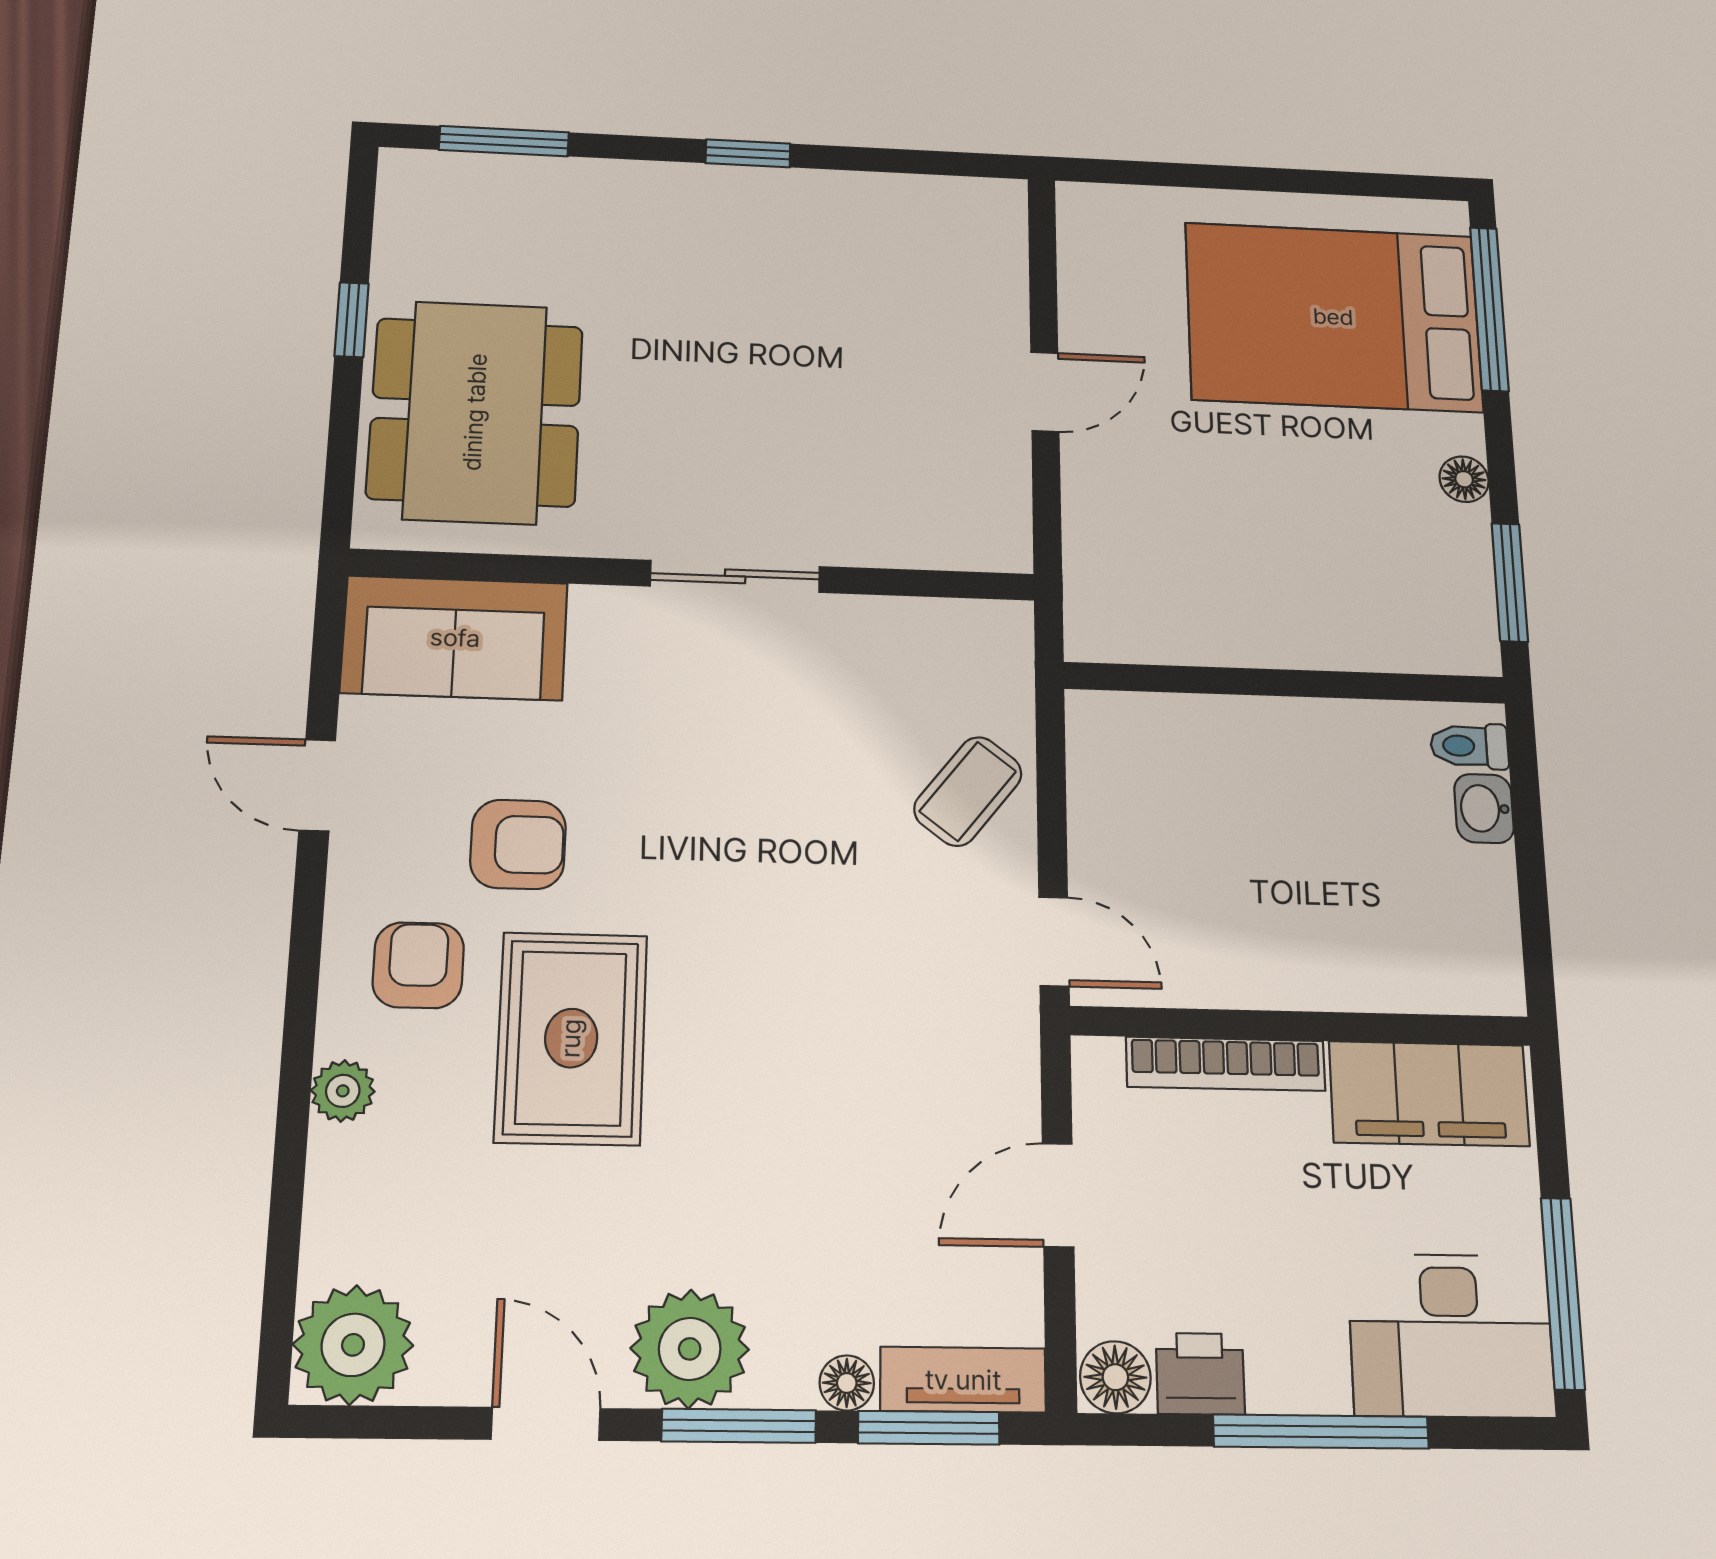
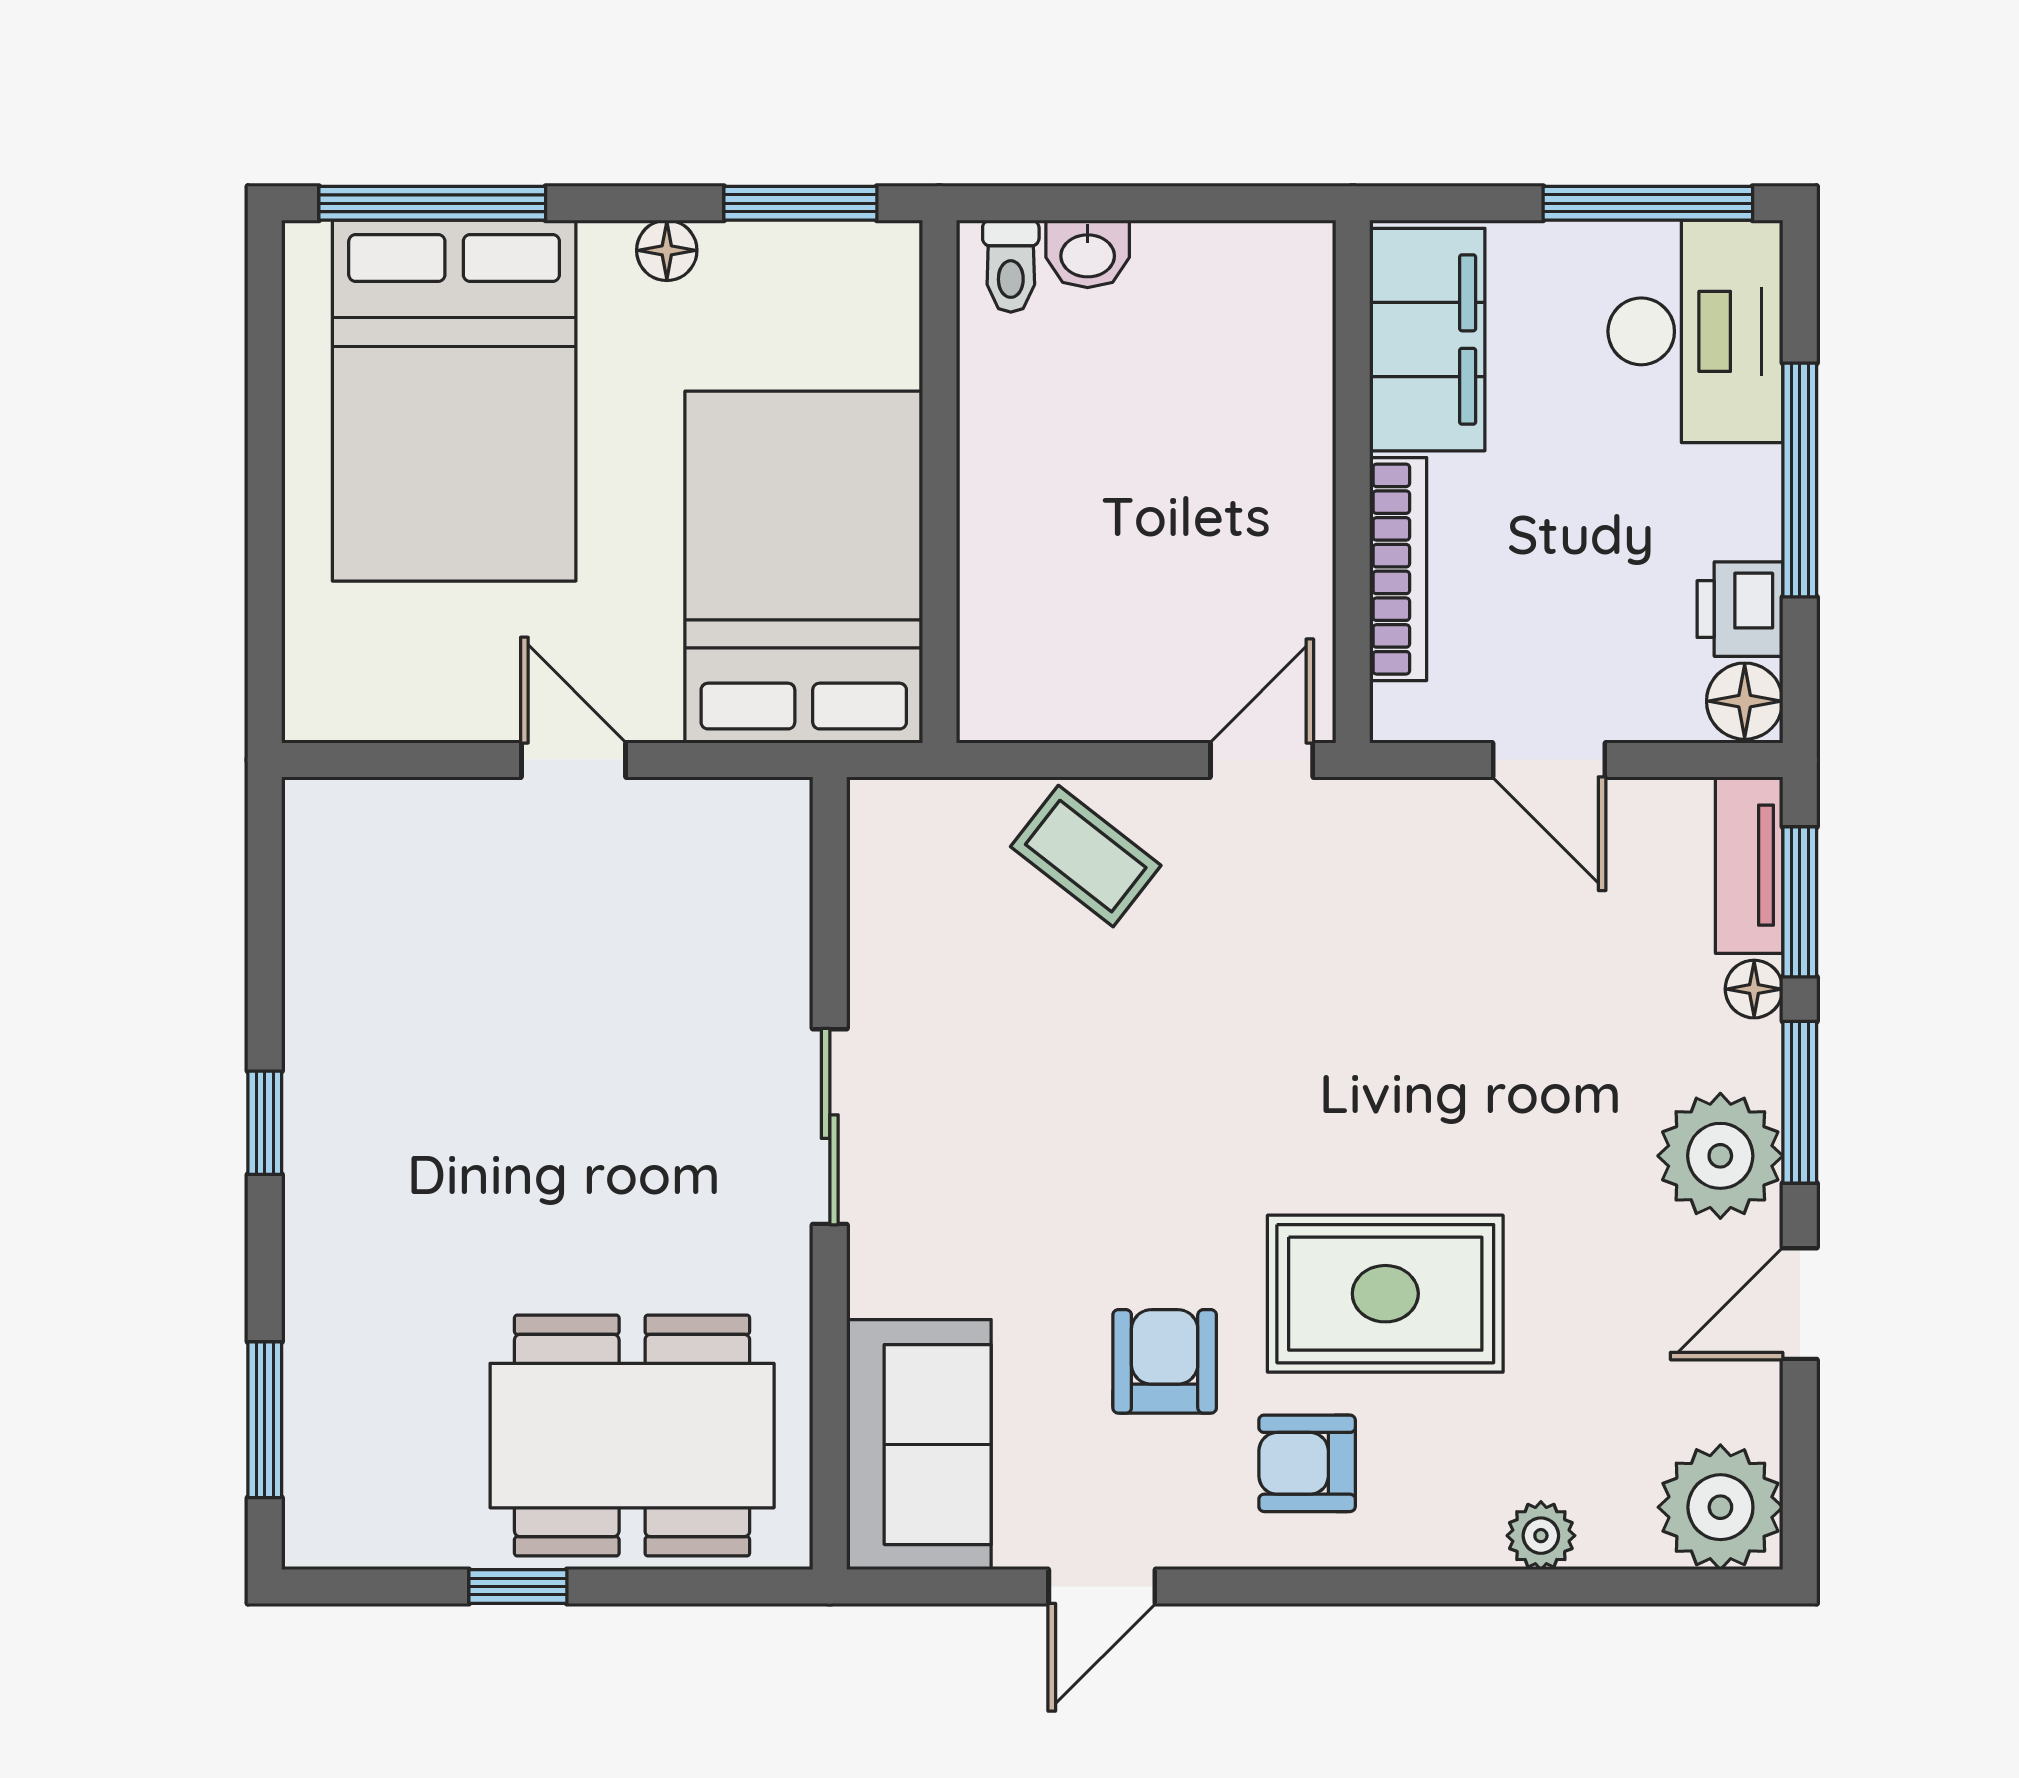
bed: (1209, 574) -> (804, 567), added
plant: (343, 1091) -> (1541, 1536), moved

